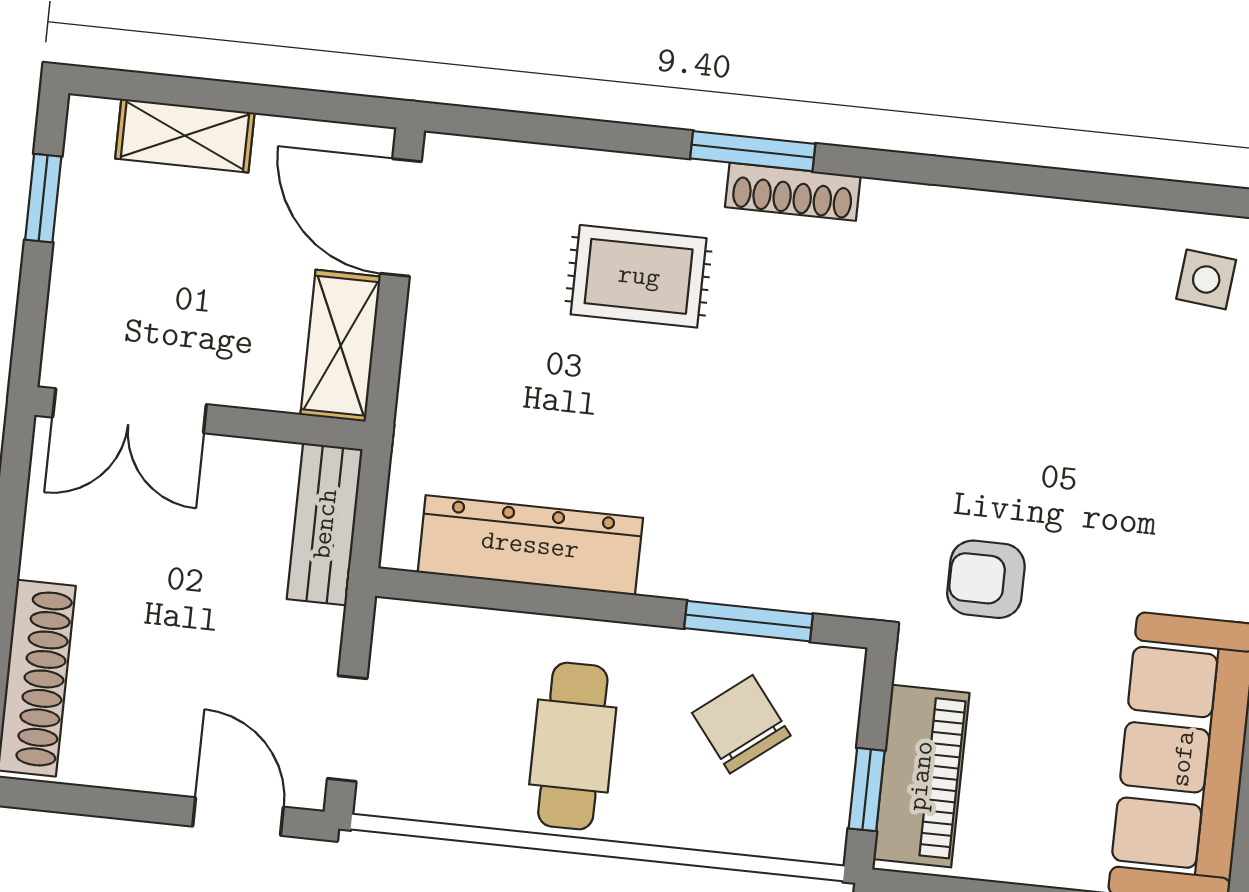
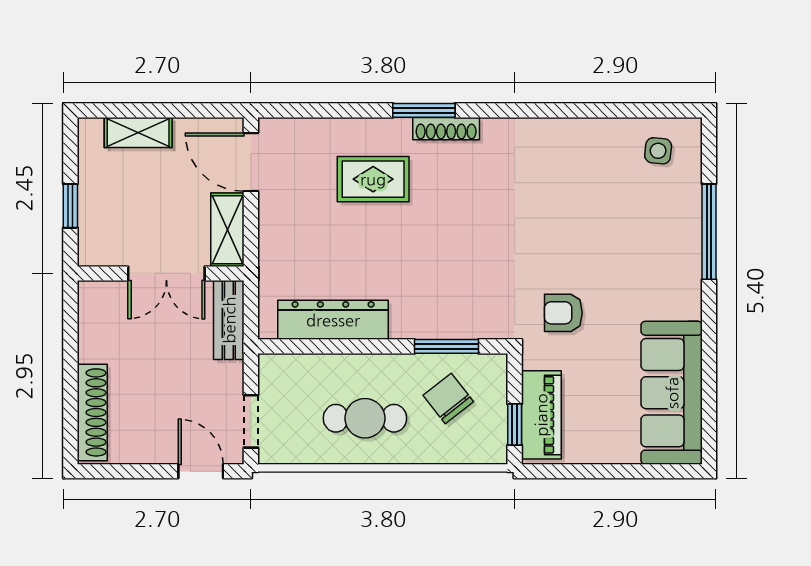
window: (43, 198) -> (70, 206), moved
double door: (130, 411) -> (166, 273), moved
cafe table: (573, 746) -> (365, 418), turned 90

